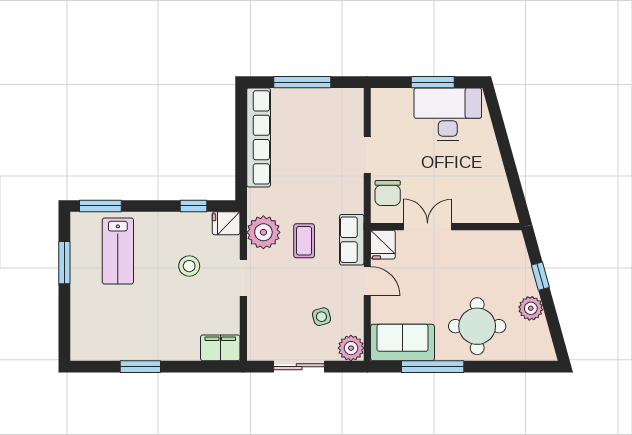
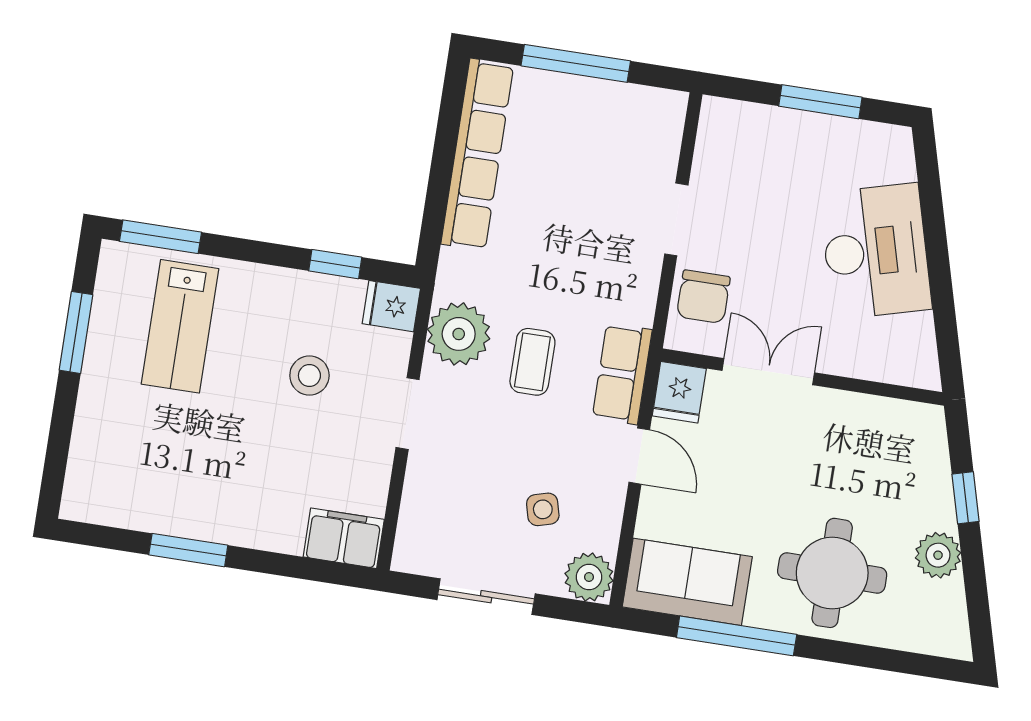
desk: (448, 114) -> (876, 251), moved, turned 75

